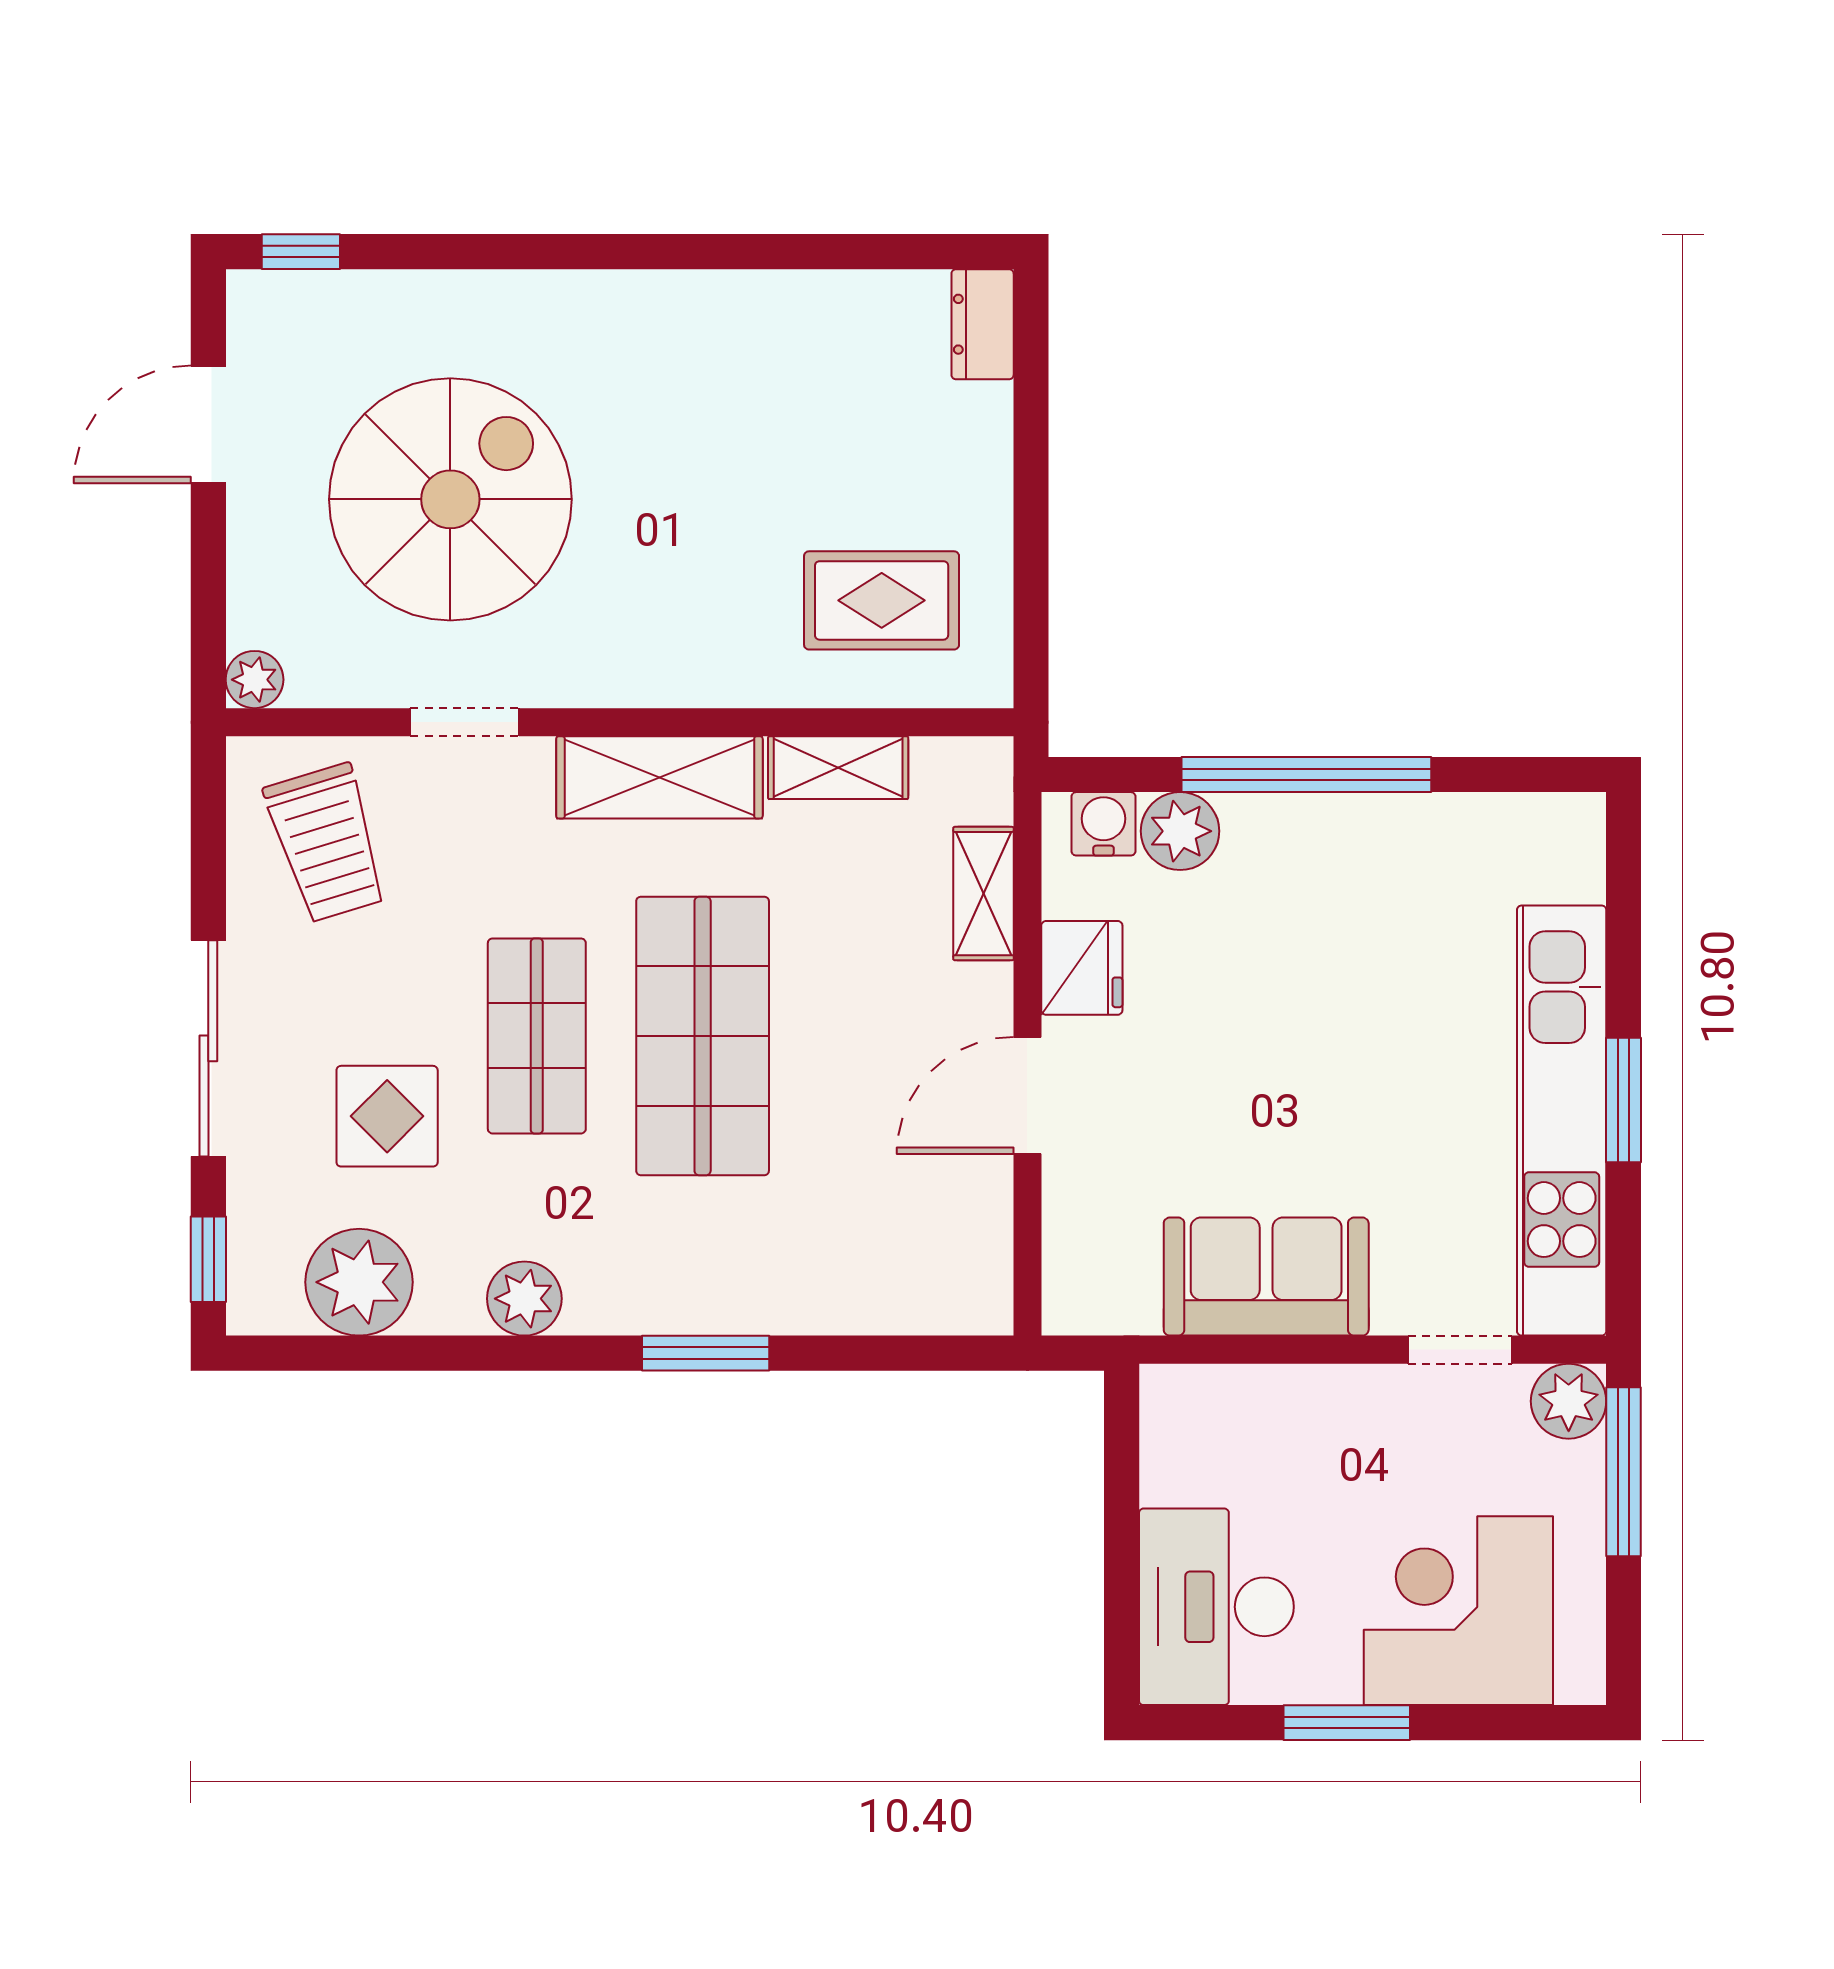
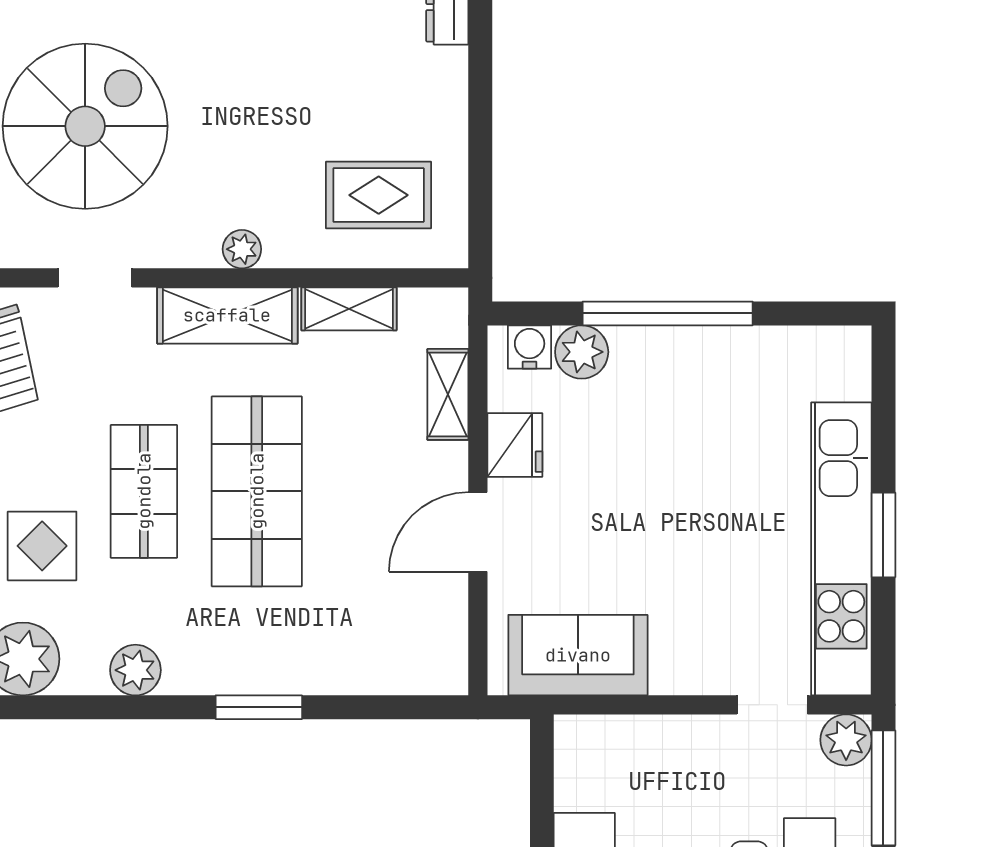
plant: (681, 680) -> (242, 249), added
sofa: (1266, 1277) -> (578, 655), moved

